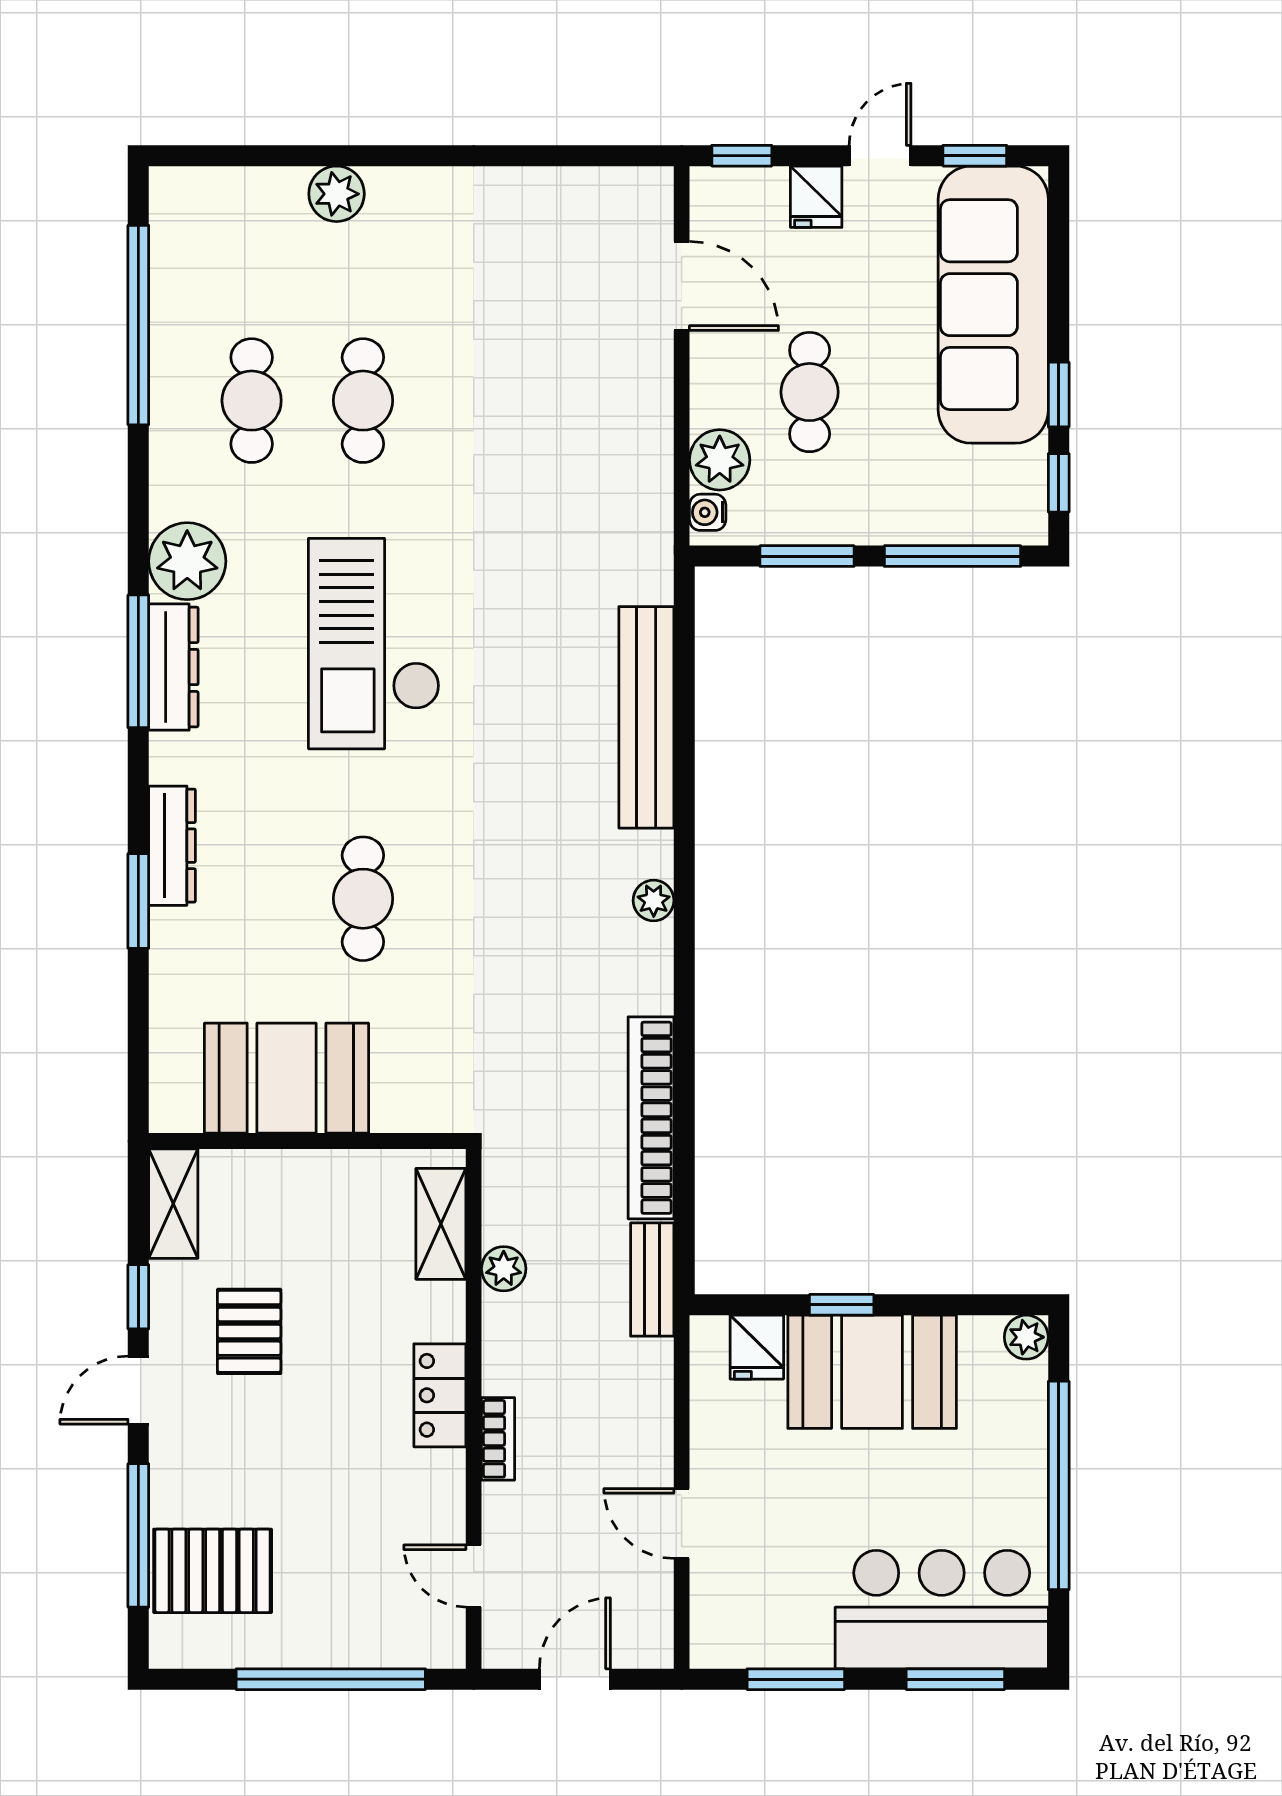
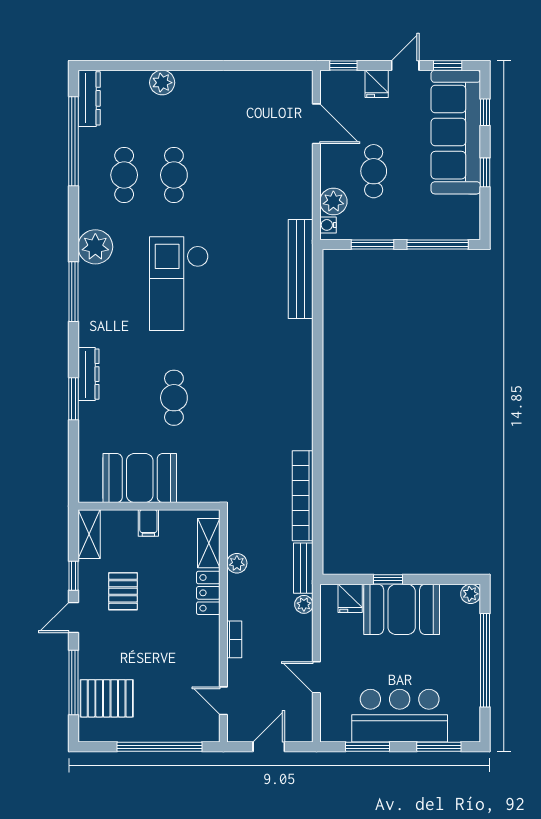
window: (1059, 483) -> (485, 112), moved
dresser: (173, 667) -> (89, 98), moved
bench: (646, 717) -> (301, 269), moved
plant: (654, 900) -> (304, 604), moved
filing cabinet: (306, 1179) -> (148, 523), added
locker: (440, 1395) -> (208, 593), moved
bar counter: (942, 1610) -> (400, 716), moved

